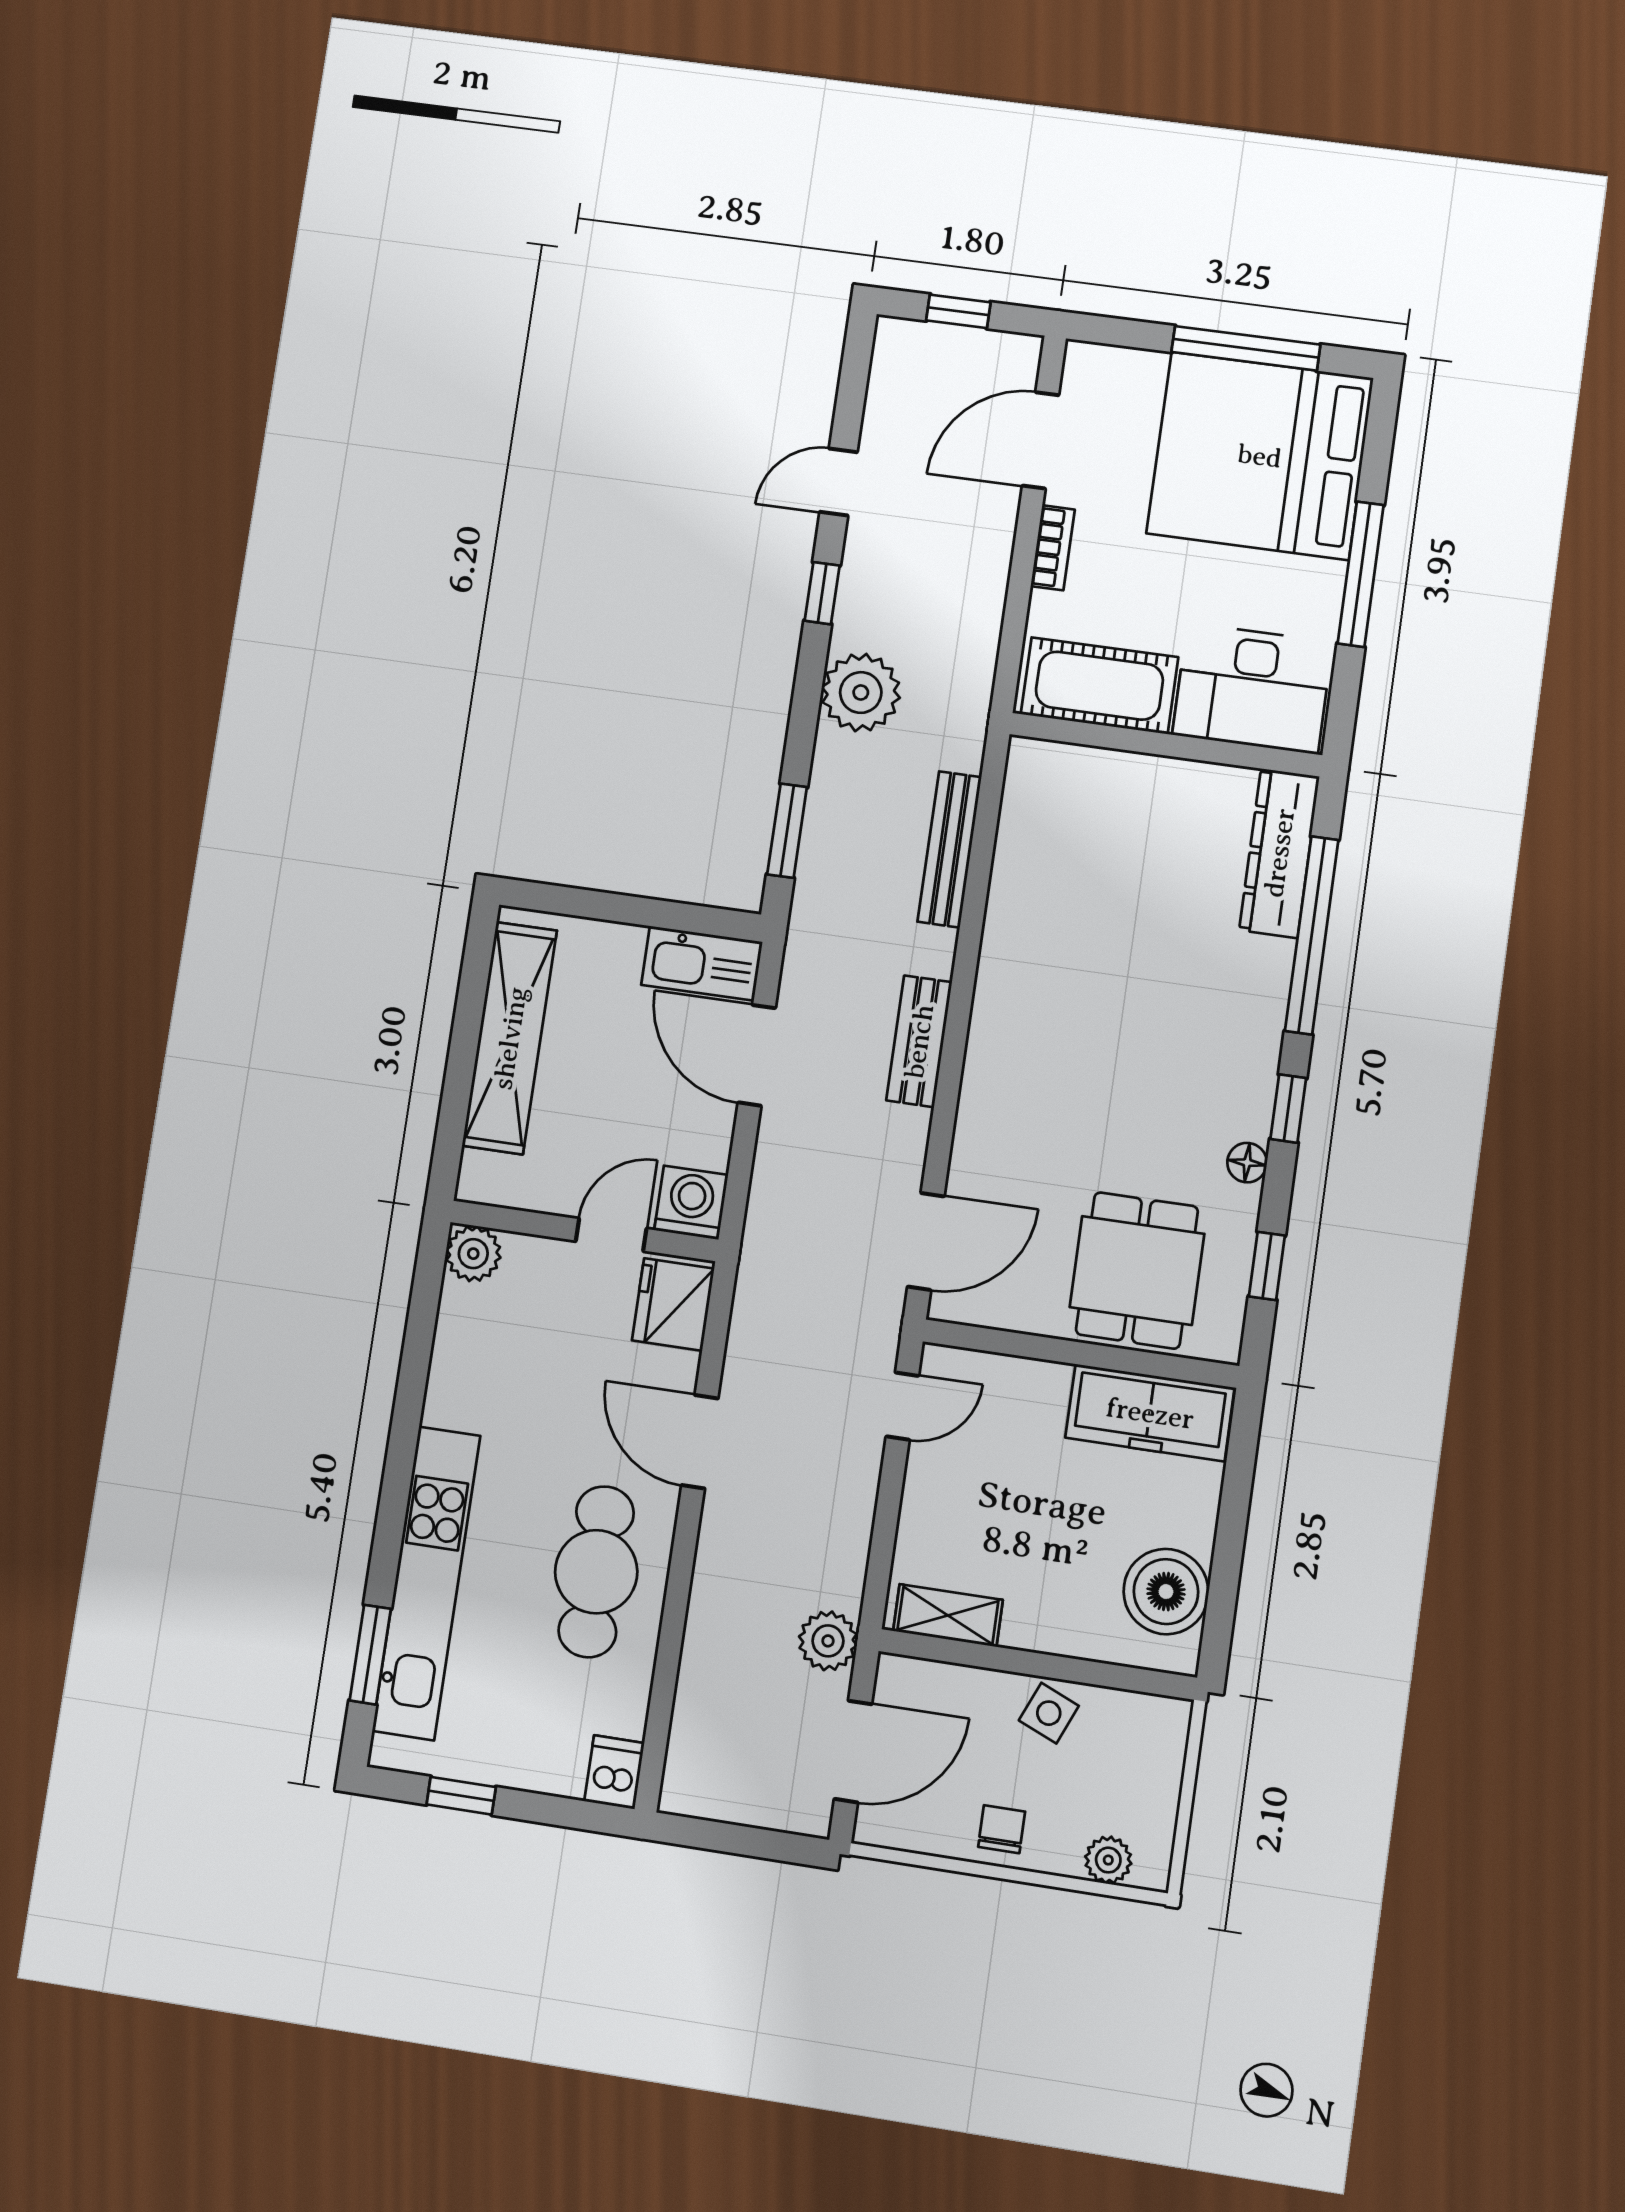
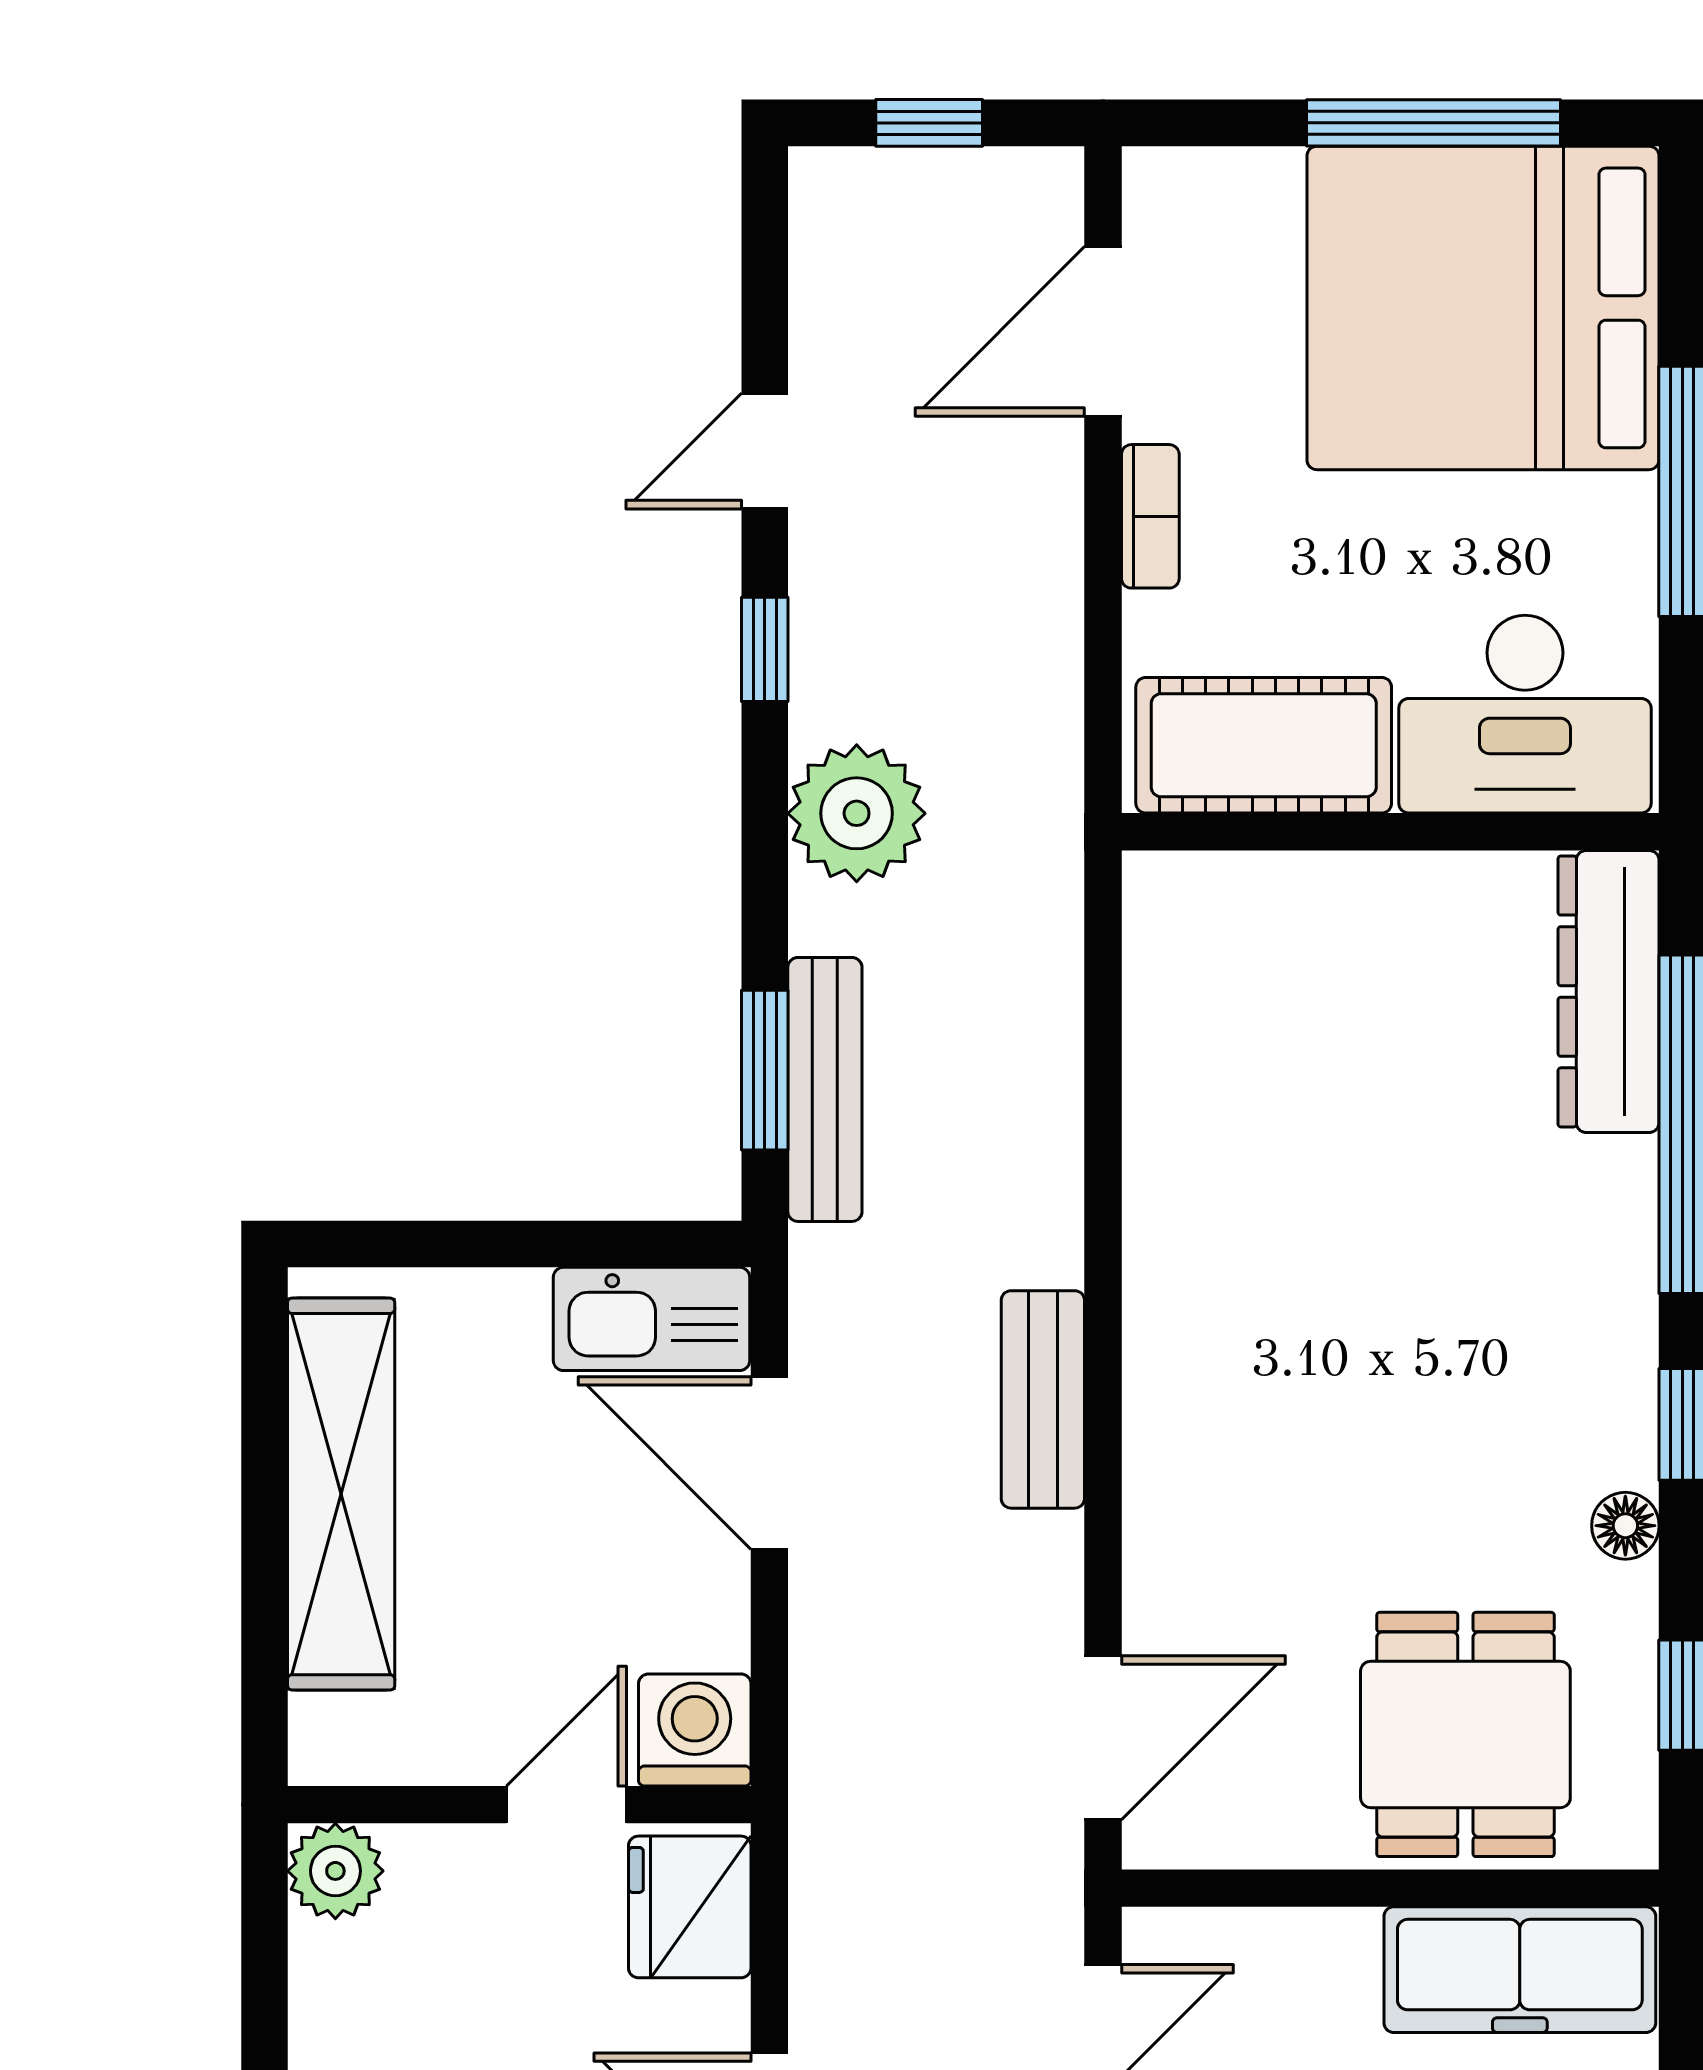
bench: (949, 849) -> (825, 1089), moved

